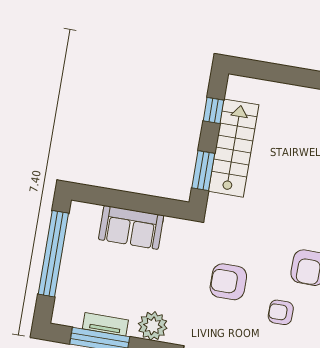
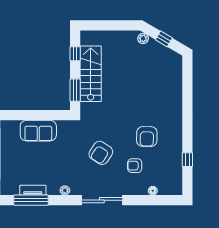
armchair: (228, 282) -> (101, 153), turned -57
plant: (153, 326) -> (65, 190), width x0.53, depth x0.53

